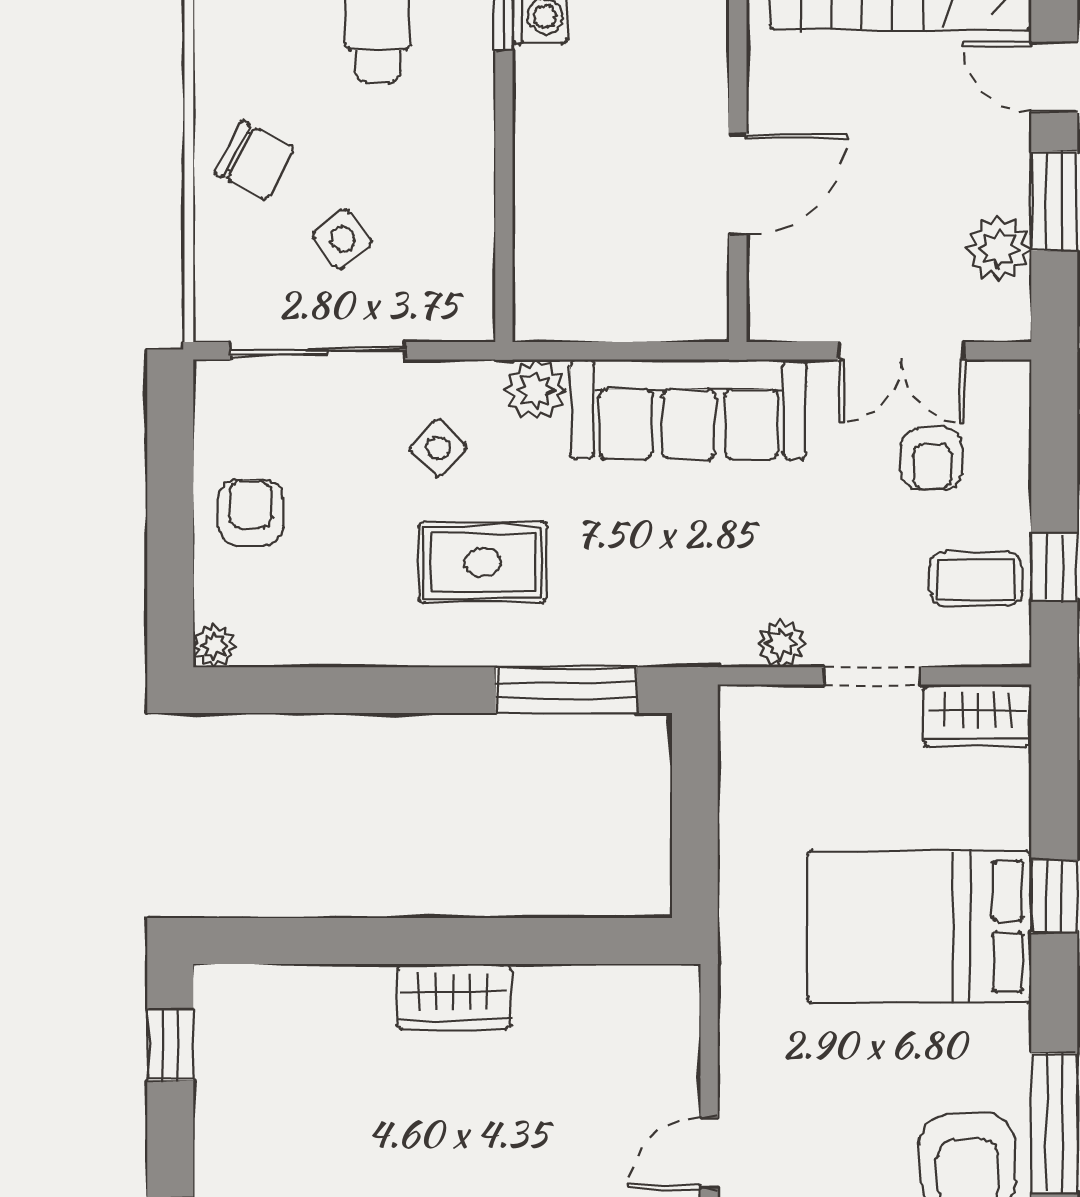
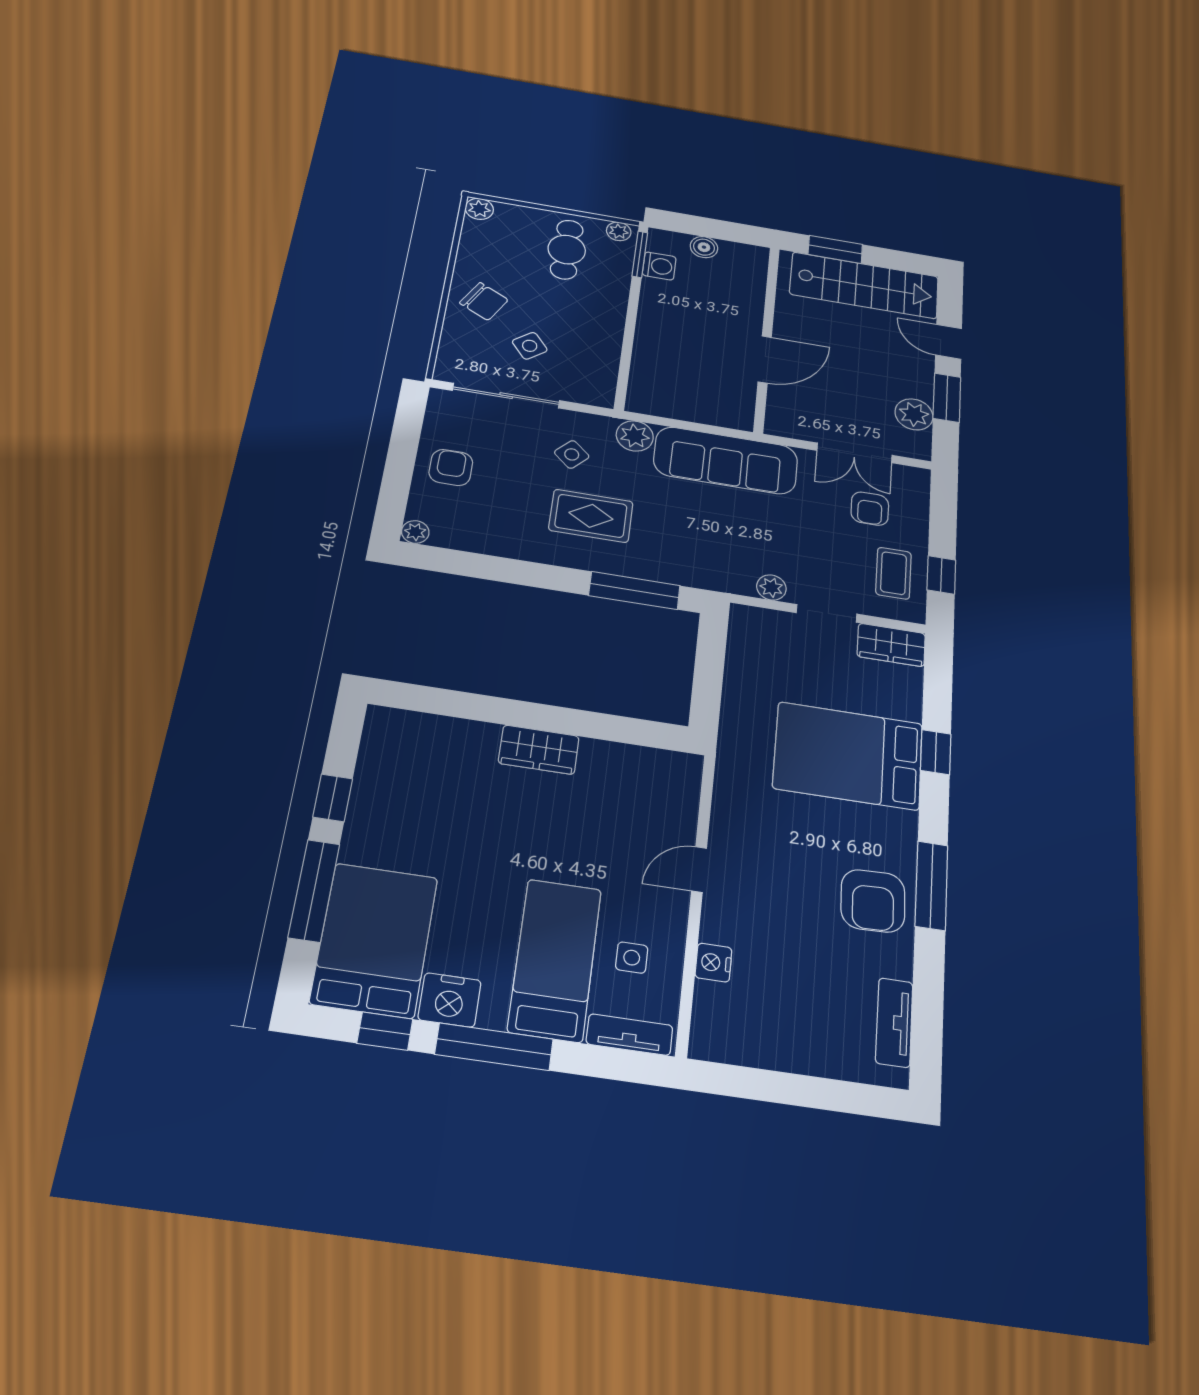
coffee table: (976, 579) -> (893, 573), turned 90
window: (170, 1045) -> (333, 798), moved

